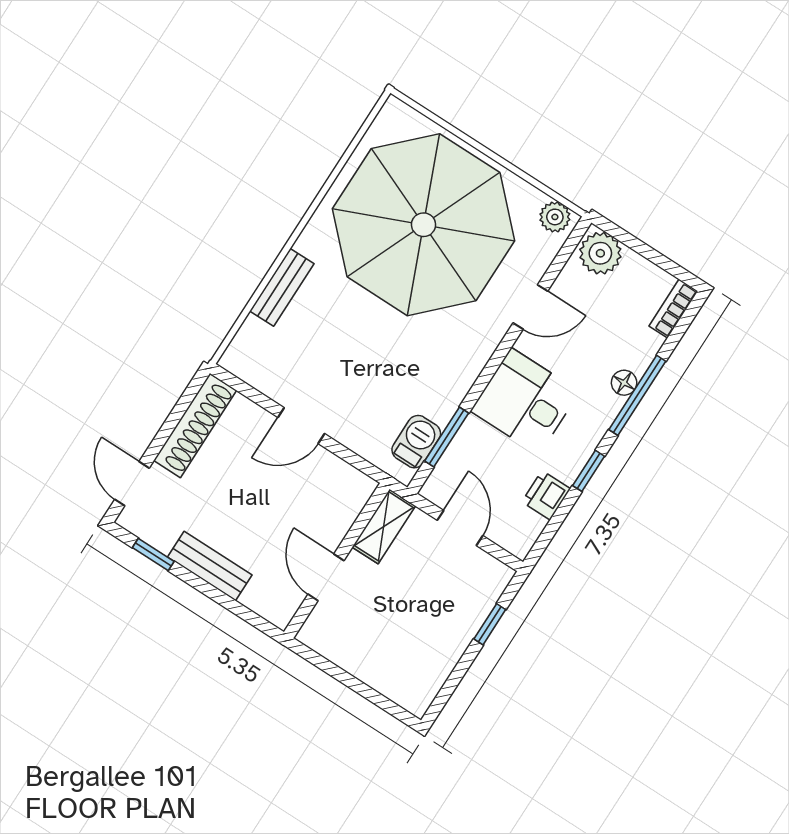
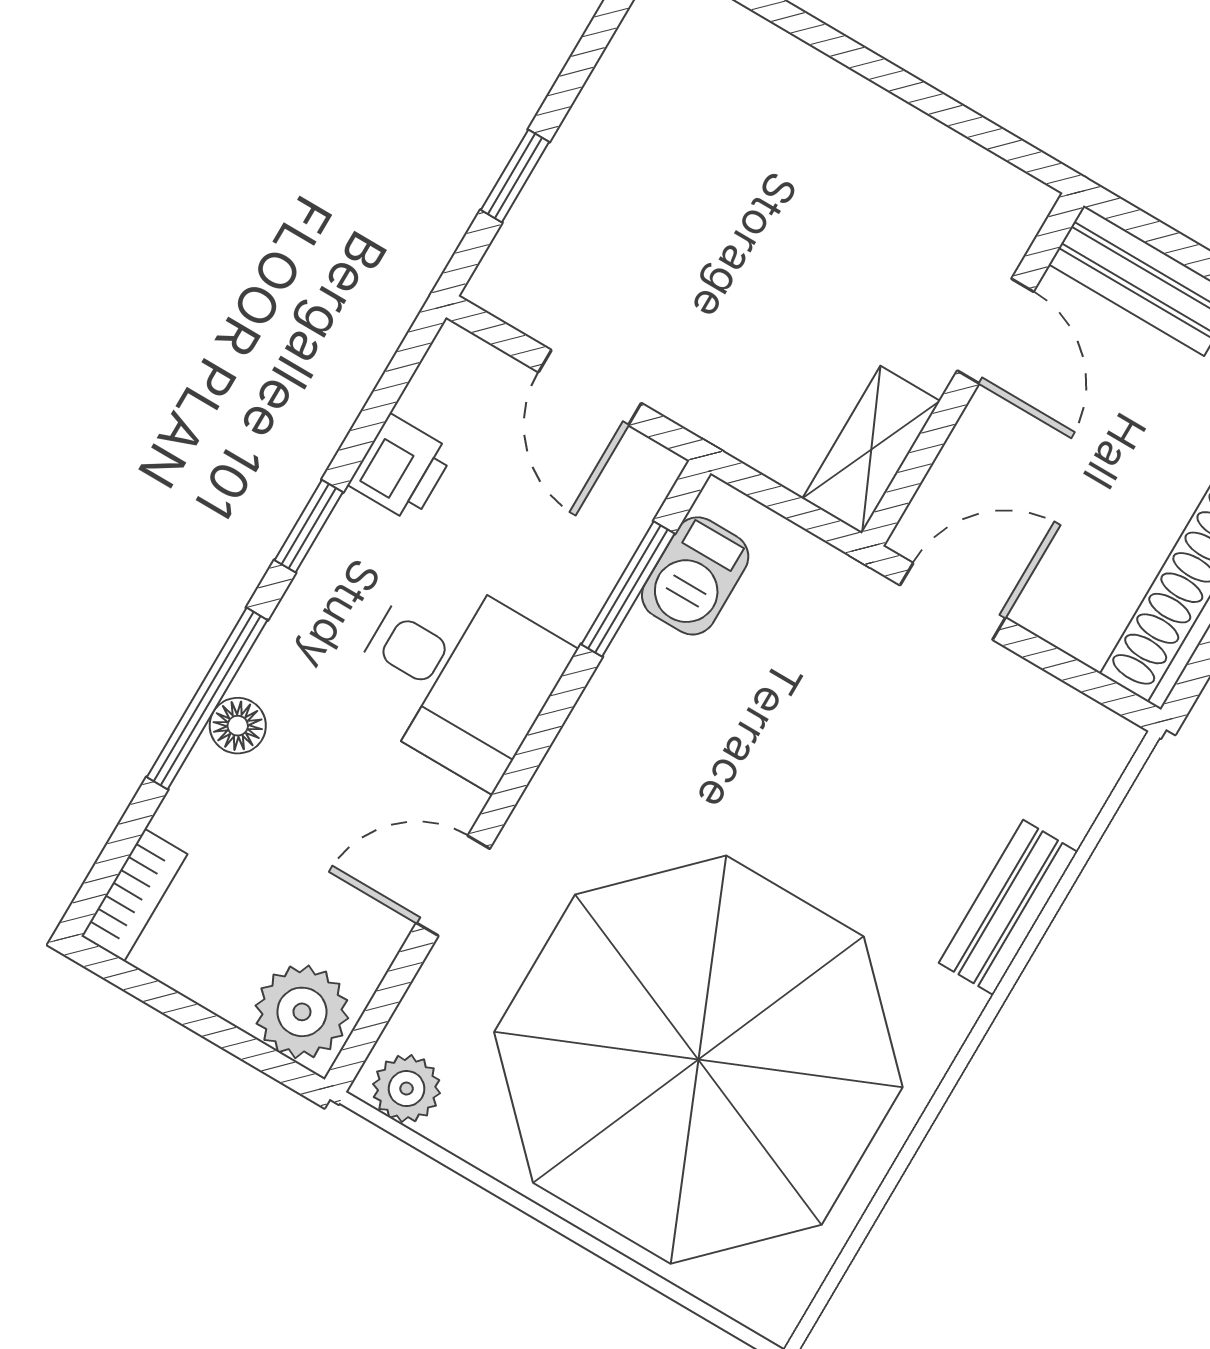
shelving: (384, 526) -> (871, 450), moved
wall: (337, 561) -> (973, 369), moved
door: (326, 577) -> (995, 331), moved

